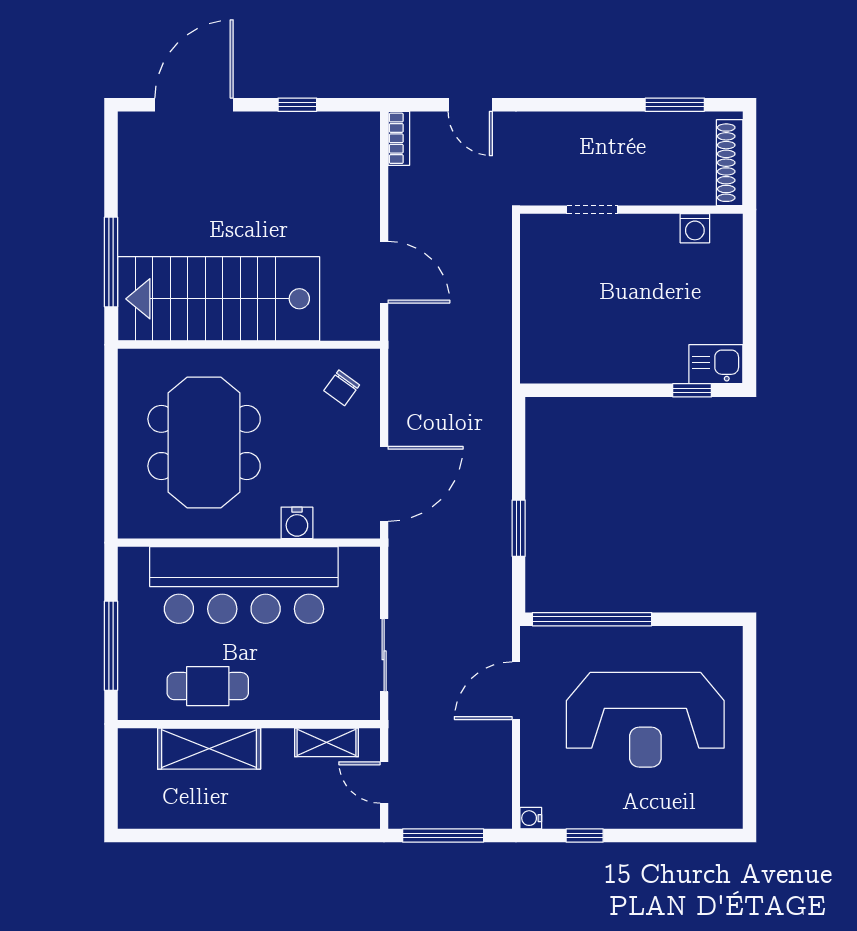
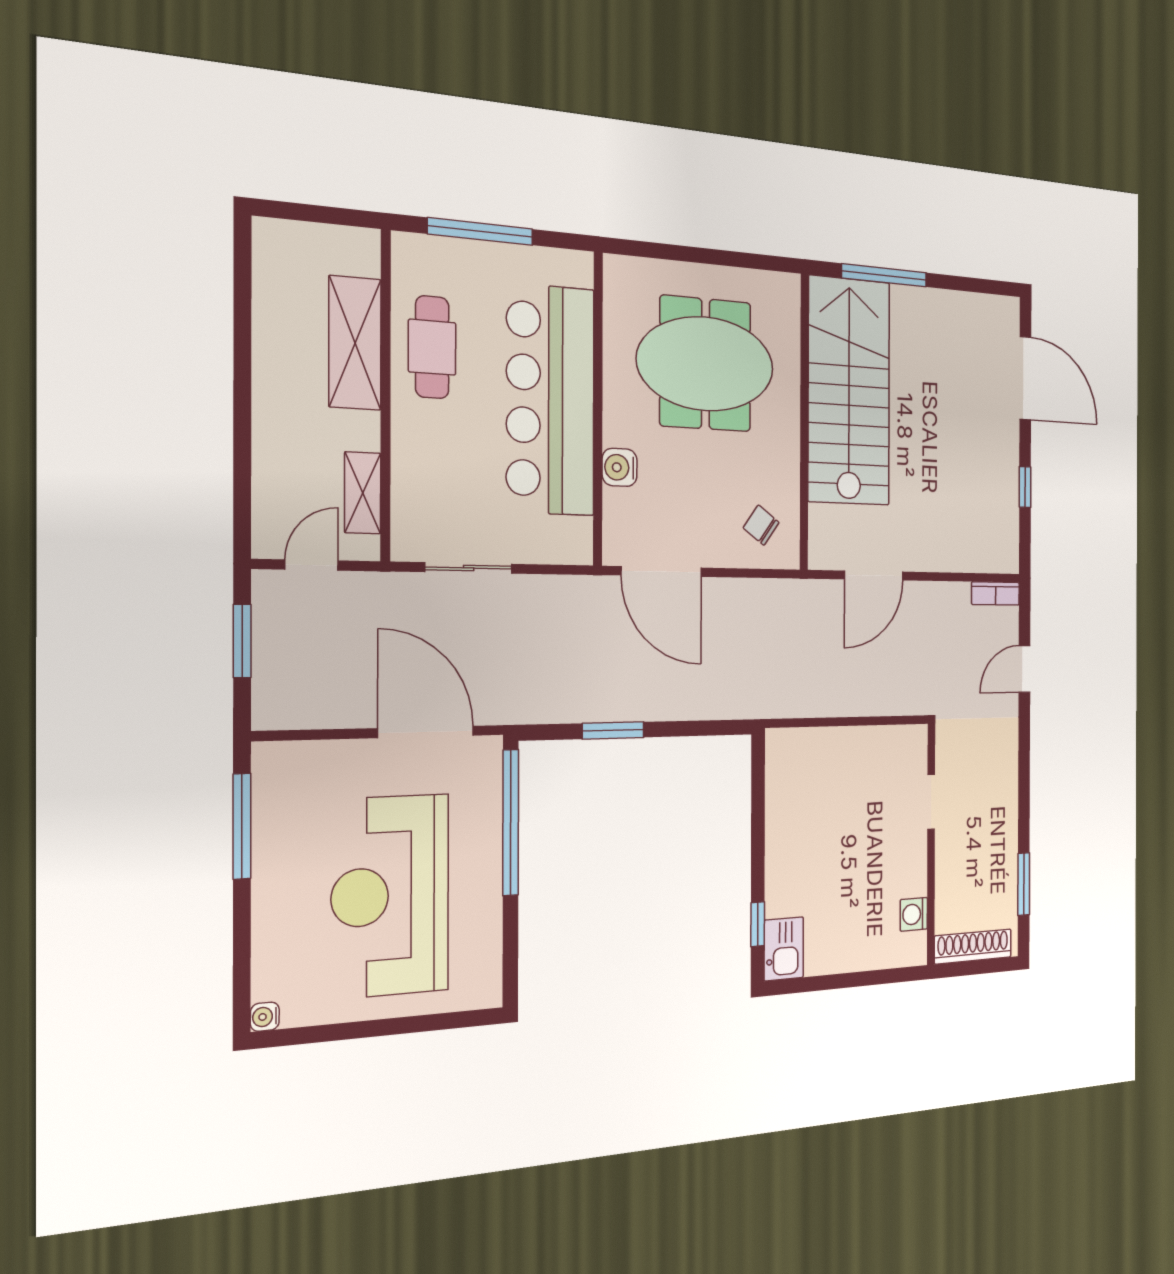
door: (516, 691) -> (426, 732), width x1.36
water cooler: (531, 818) -> (265, 1017), moved, turned -90
window: (443, 836) -> (242, 641), width x0.69
window: (585, 836) -> (242, 826), width x2.17

